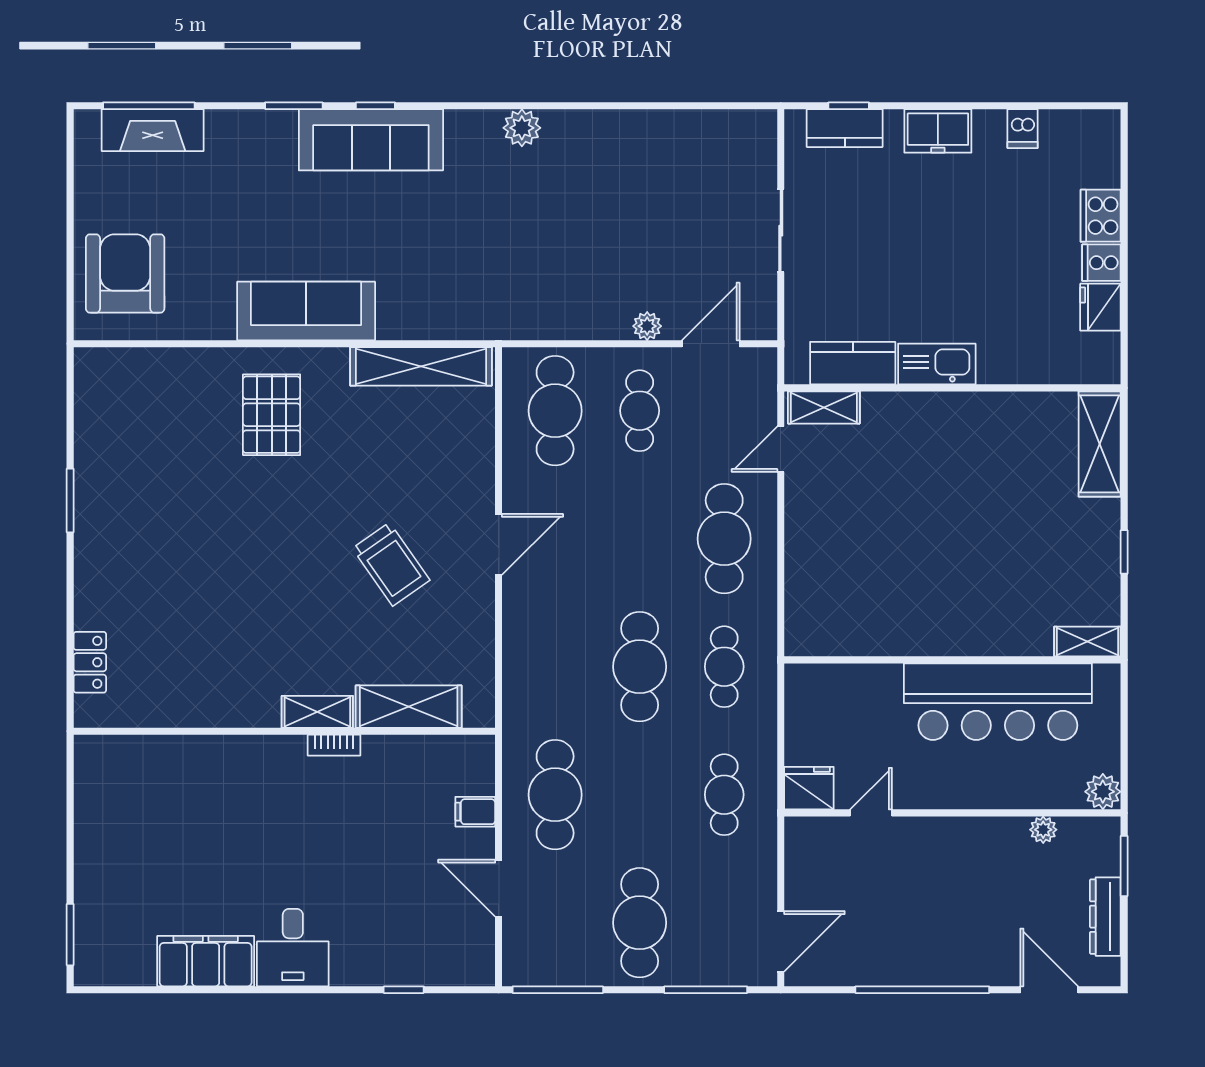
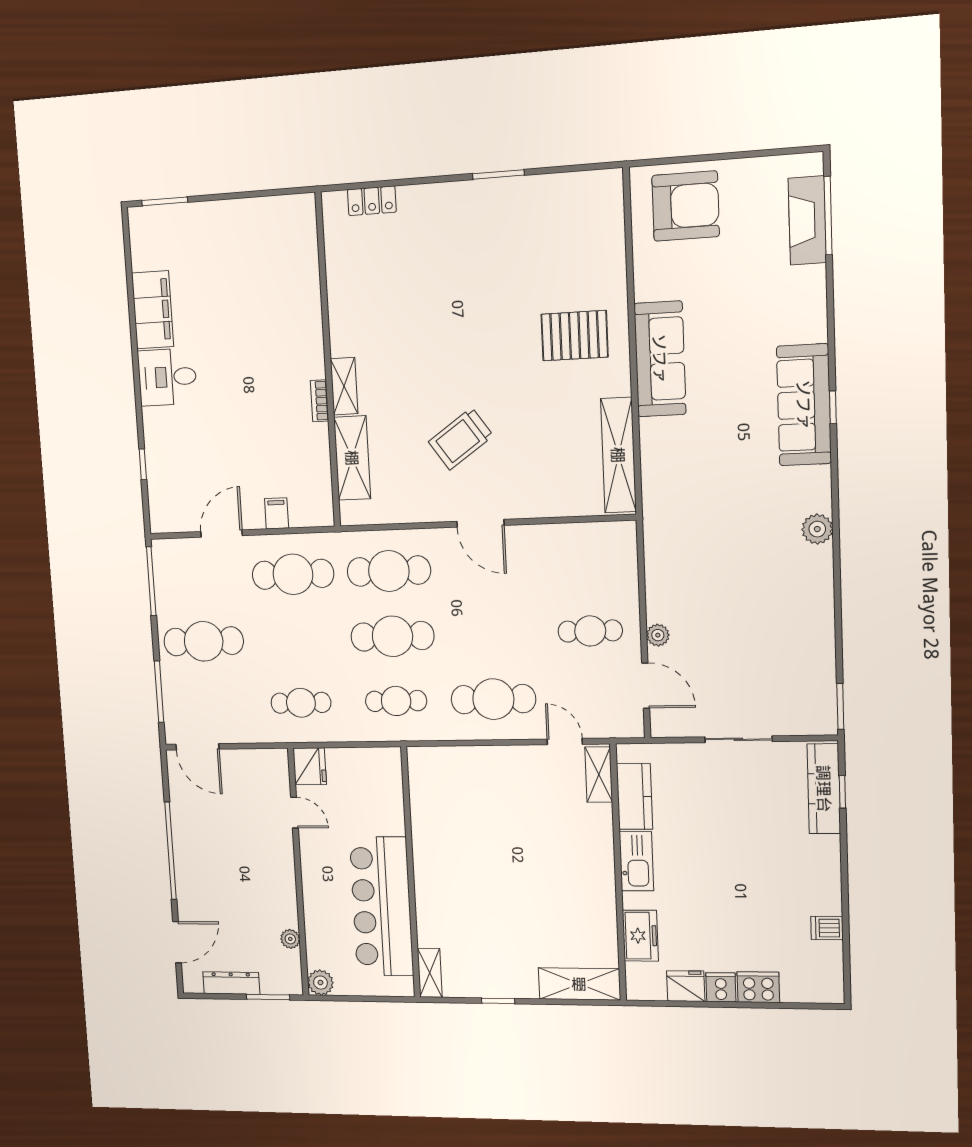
window: (294, 106) -> (840, 706), moved
kitchen counter: (845, 128) -> (824, 789), width x1.50
freezer: (938, 131) -> (640, 936), moved, turned 180
cafe table: (555, 411) -> (389, 571), moved

